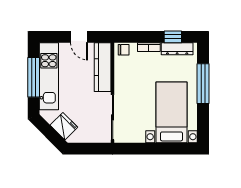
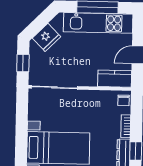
kitchen counter: (103, 67) -> (115, 79), width x0.67
window: (90, 149) -> (23, 63), added

